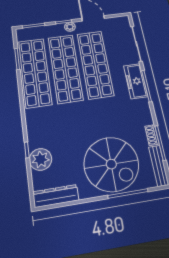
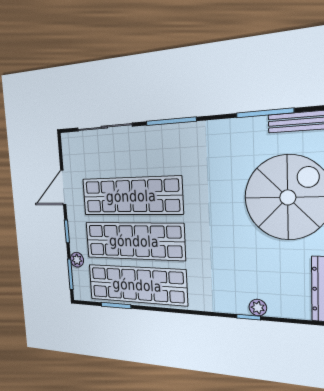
plant: (70, 27) -> (77, 260), moved
freezer: (136, 81) -> (162, 138), removed
shoe rack: (152, 135) -> (250, 125), removed
plant: (40, 159) -> (258, 308), width x0.53, depth x0.53

